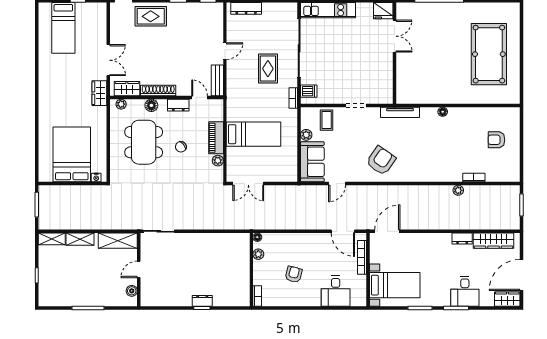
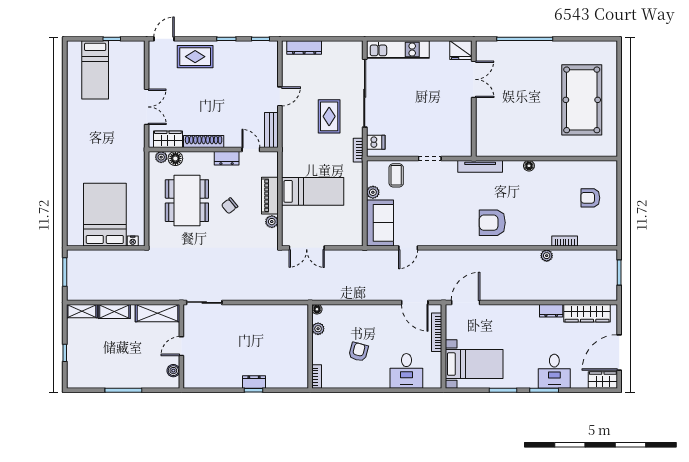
wardrobe: (99, 93) -> (136, 145), removed
floor lamp: (151, 105) -> (175, 158), moved
armchair: (381, 161) -> (492, 223), moved, turned -125

